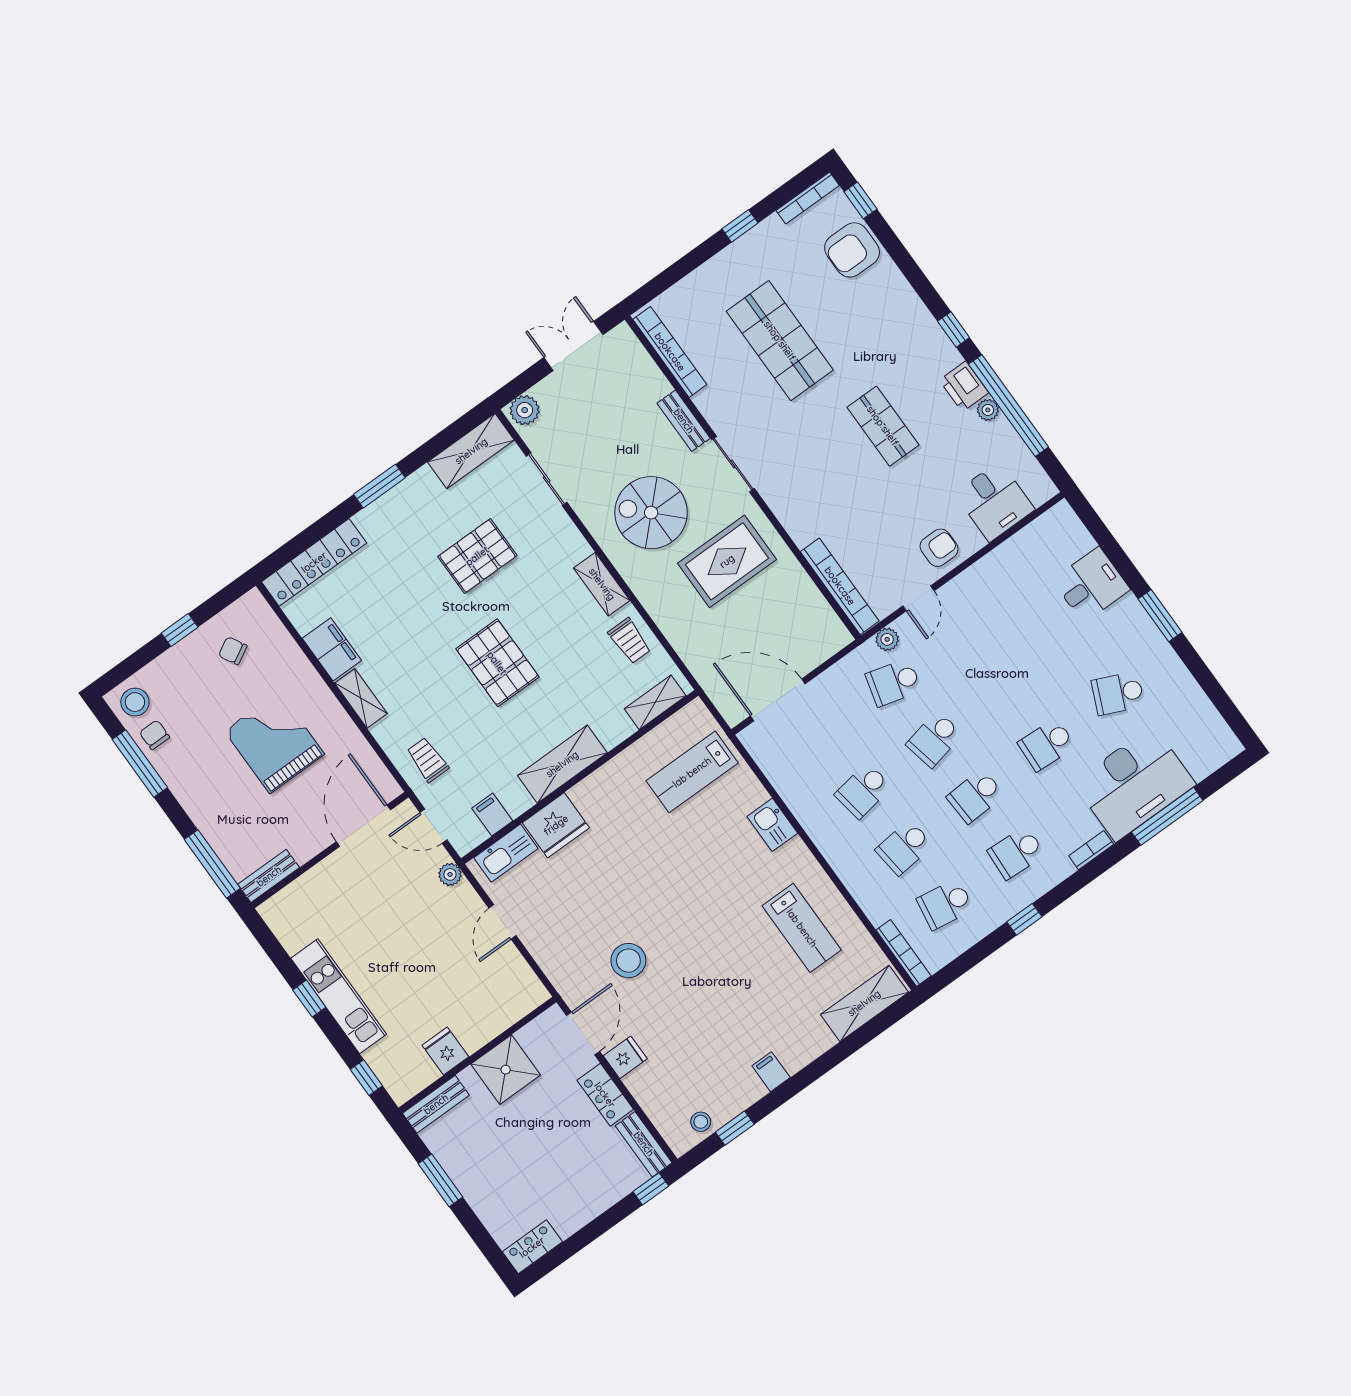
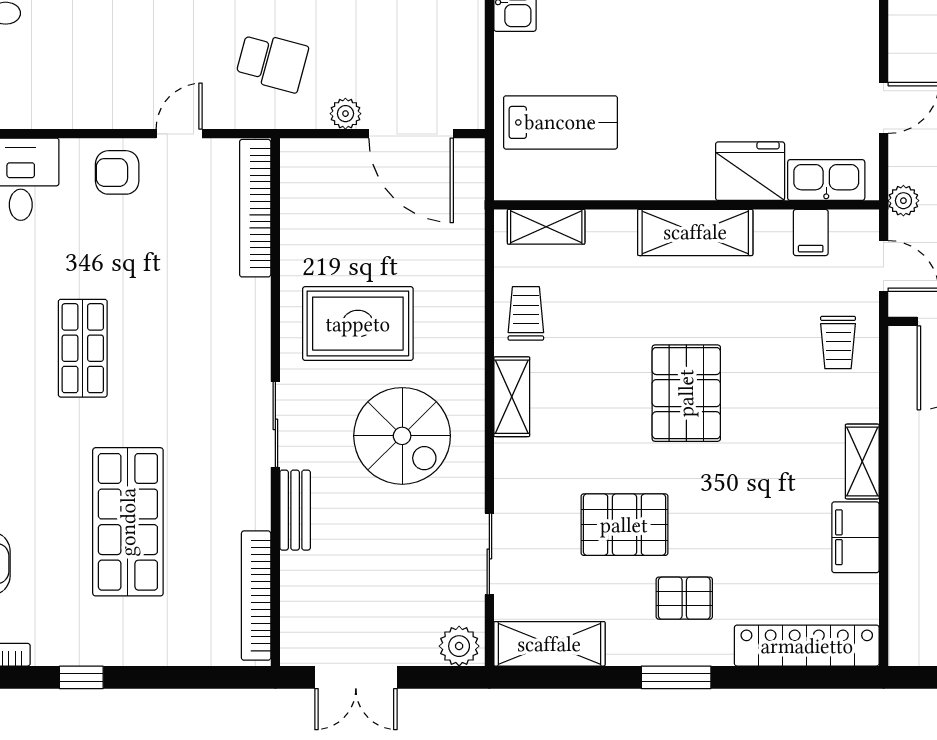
pallet: (409, 538) -> (684, 598), added
plant: (887, 639) -> (345, 114), moved

